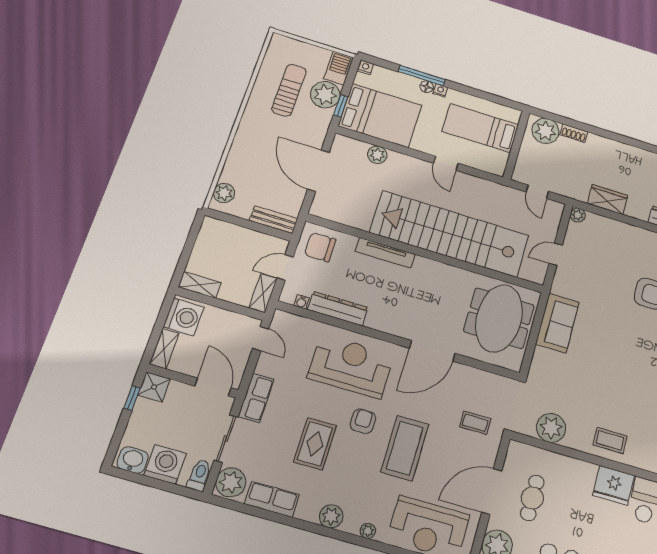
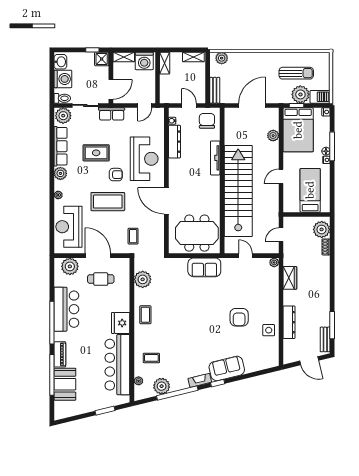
shelving: (263, 293) -> (193, 57), moved
row of seats: (272, 499) -> (60, 146), width x1.48

